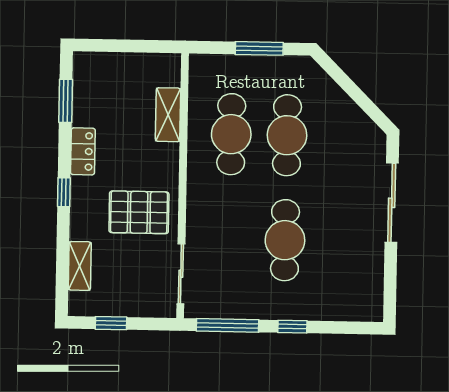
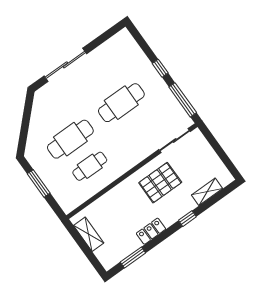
shelving: (168, 115) -> (89, 234), moved, turned 90
cafe table: (231, 134) -> (90, 166), width x0.73, depth x0.74
window: (64, 192) -> (187, 219), moved
pallet: (139, 212) -> (160, 183), turned 90
window: (111, 323) -> (223, 156), removed

